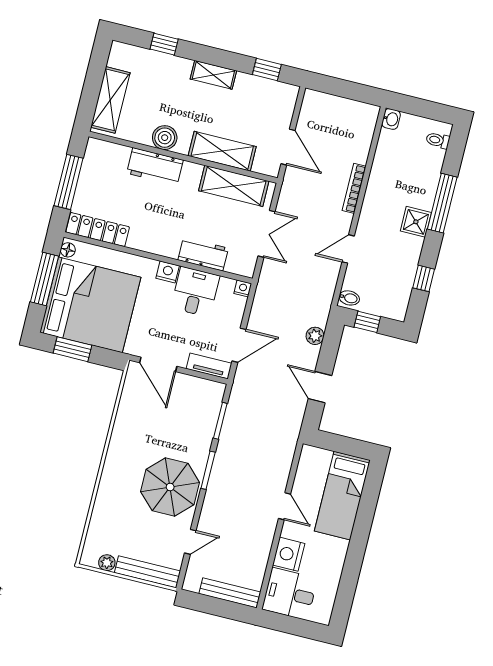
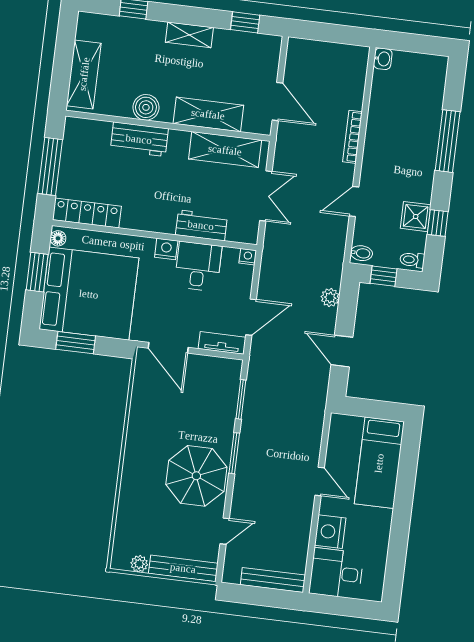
toilet: (438, 140) -> (412, 260), moved
shower: (416, 222) -> (416, 217), moved
window: (45, 279) -> (37, 272), width x0.69

